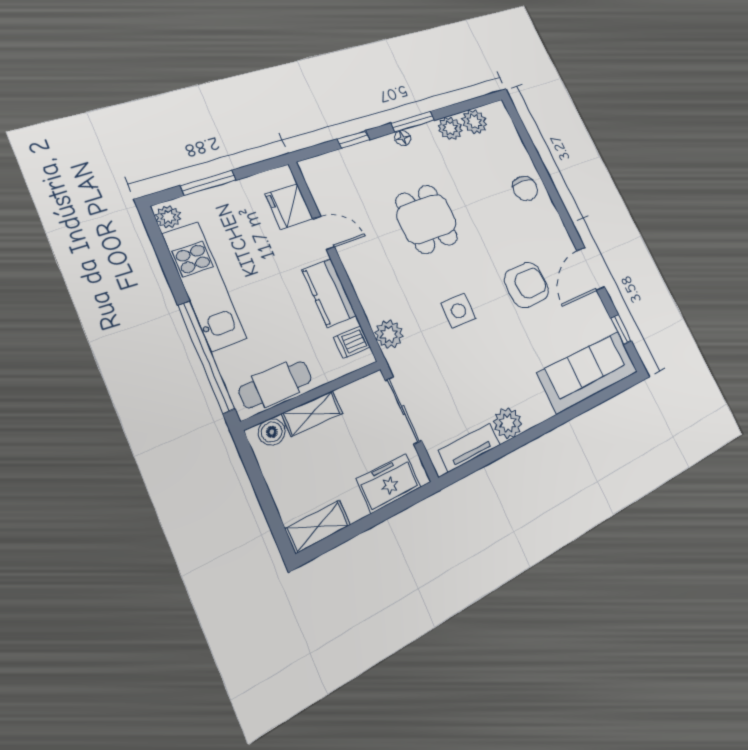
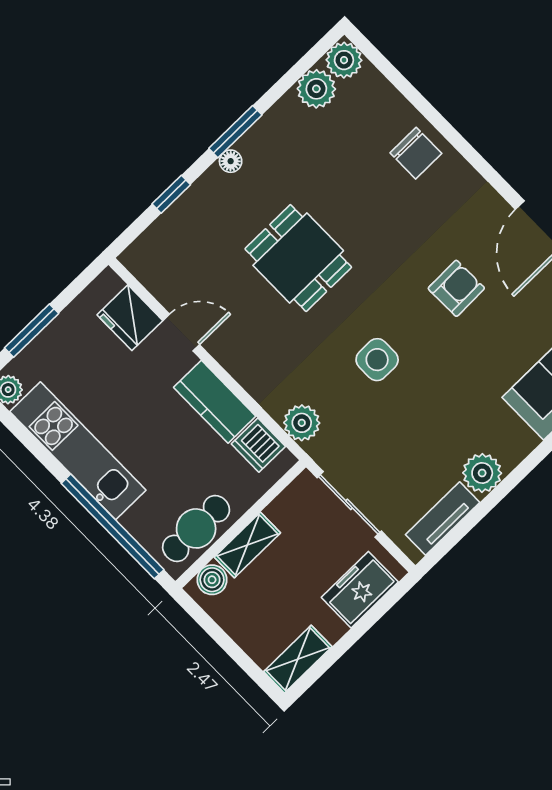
plant: (450, 128) -> (344, 60), moved
armchair: (526, 285) -> (456, 288), width x0.72, depth x0.72
dishwasher: (352, 342) -> (258, 445), width x1.38

